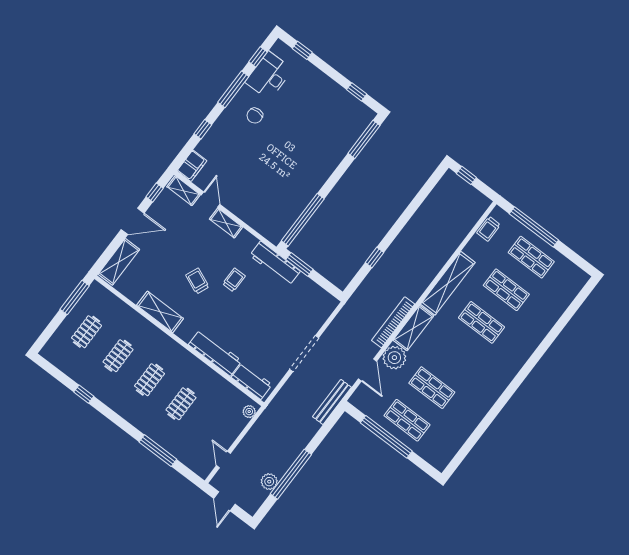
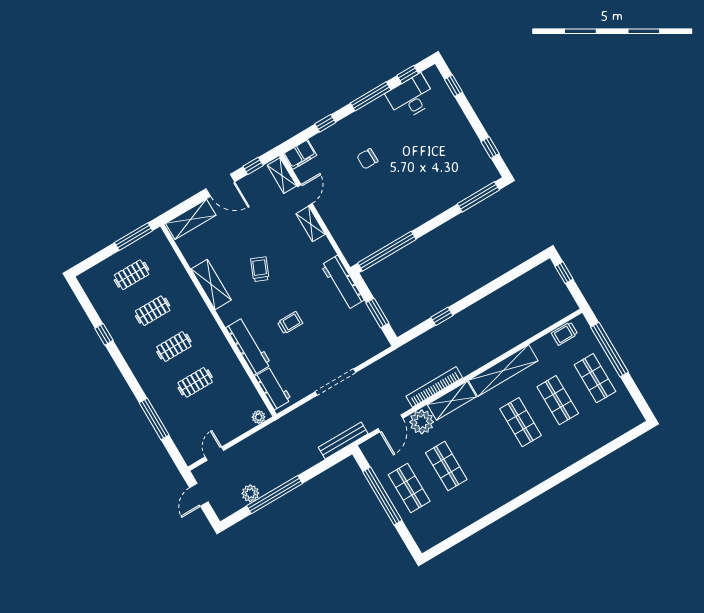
chair: (255, 116) -> (367, 159), moved
window: (299, 264) -> (377, 313), moved
trolley: (234, 280) -> (290, 323), moved

